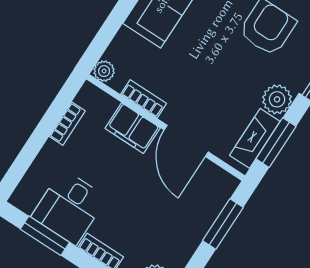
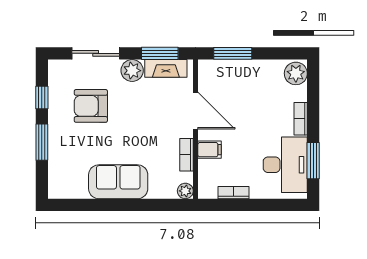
filing cabinet: (133, 128) -> (209, 150), width x0.50
door: (186, 141) -> (196, 111), hinge flipped
desk: (69, 207) -> (285, 165), width x1.37

